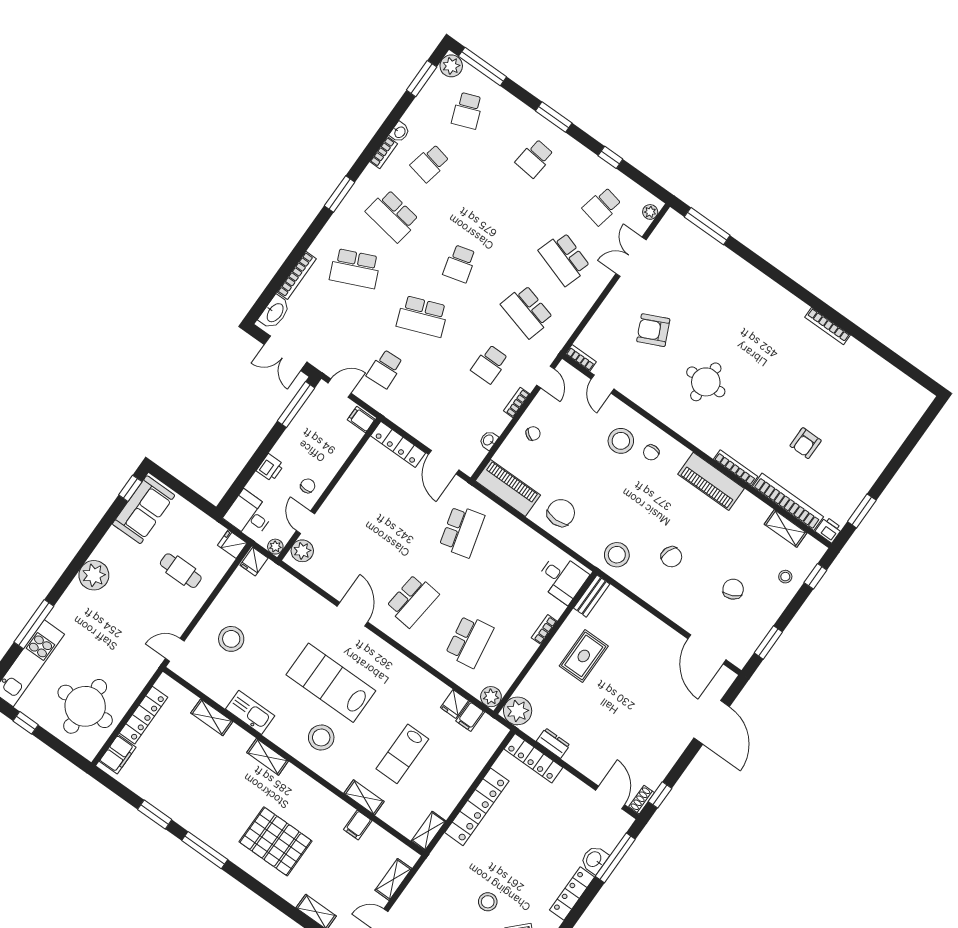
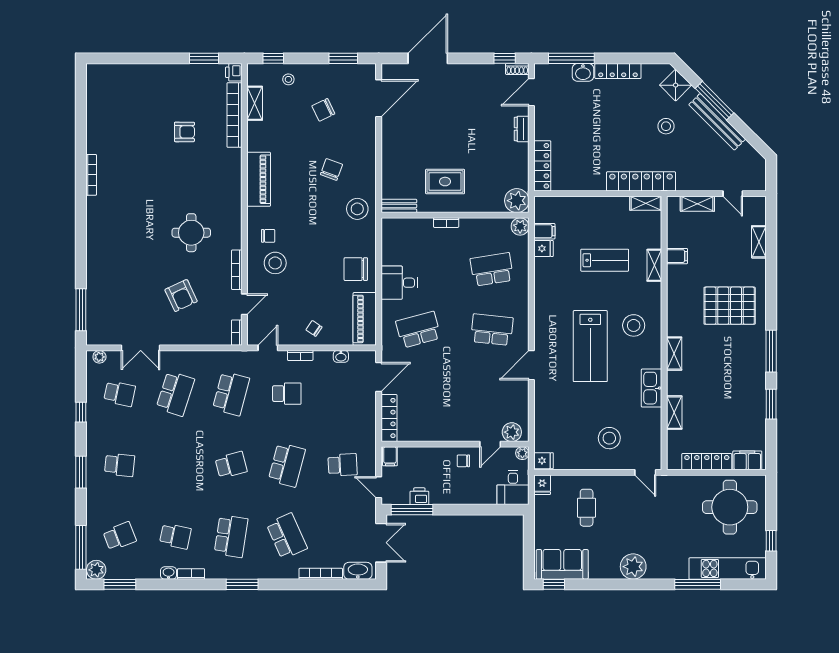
school desk: (422, 316) -> (287, 465), turned 36
printer: (270, 468) -> (419, 496), moved
bookcase: (736, 468) -> (237, 270), moved
desk: (562, 578) -> (399, 283), moved, turned -90
dresser: (553, 743) -> (522, 129), moved
locker: (477, 807) -> (641, 181), moved
pallet: (275, 841) -> (730, 306), turned 90

